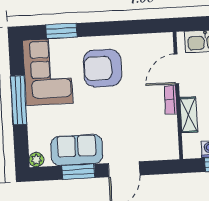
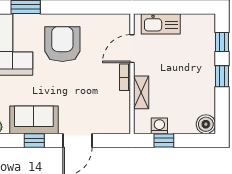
armchair: (102, 68) -> (62, 44), turned 90
window: (78, 172) -> (34, 140), width x0.67

